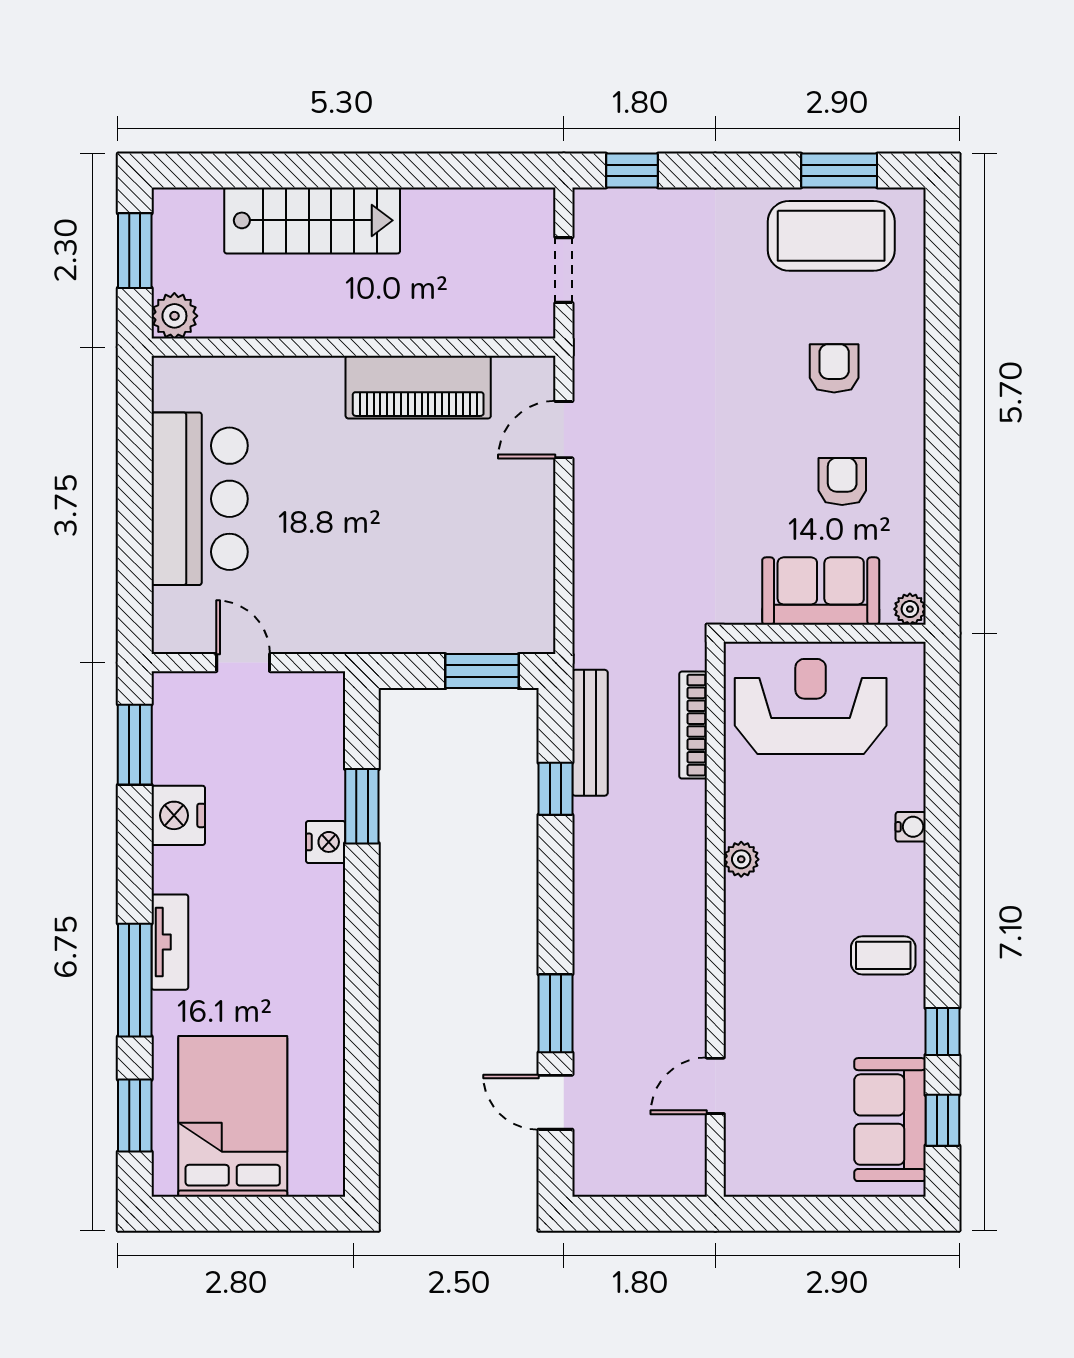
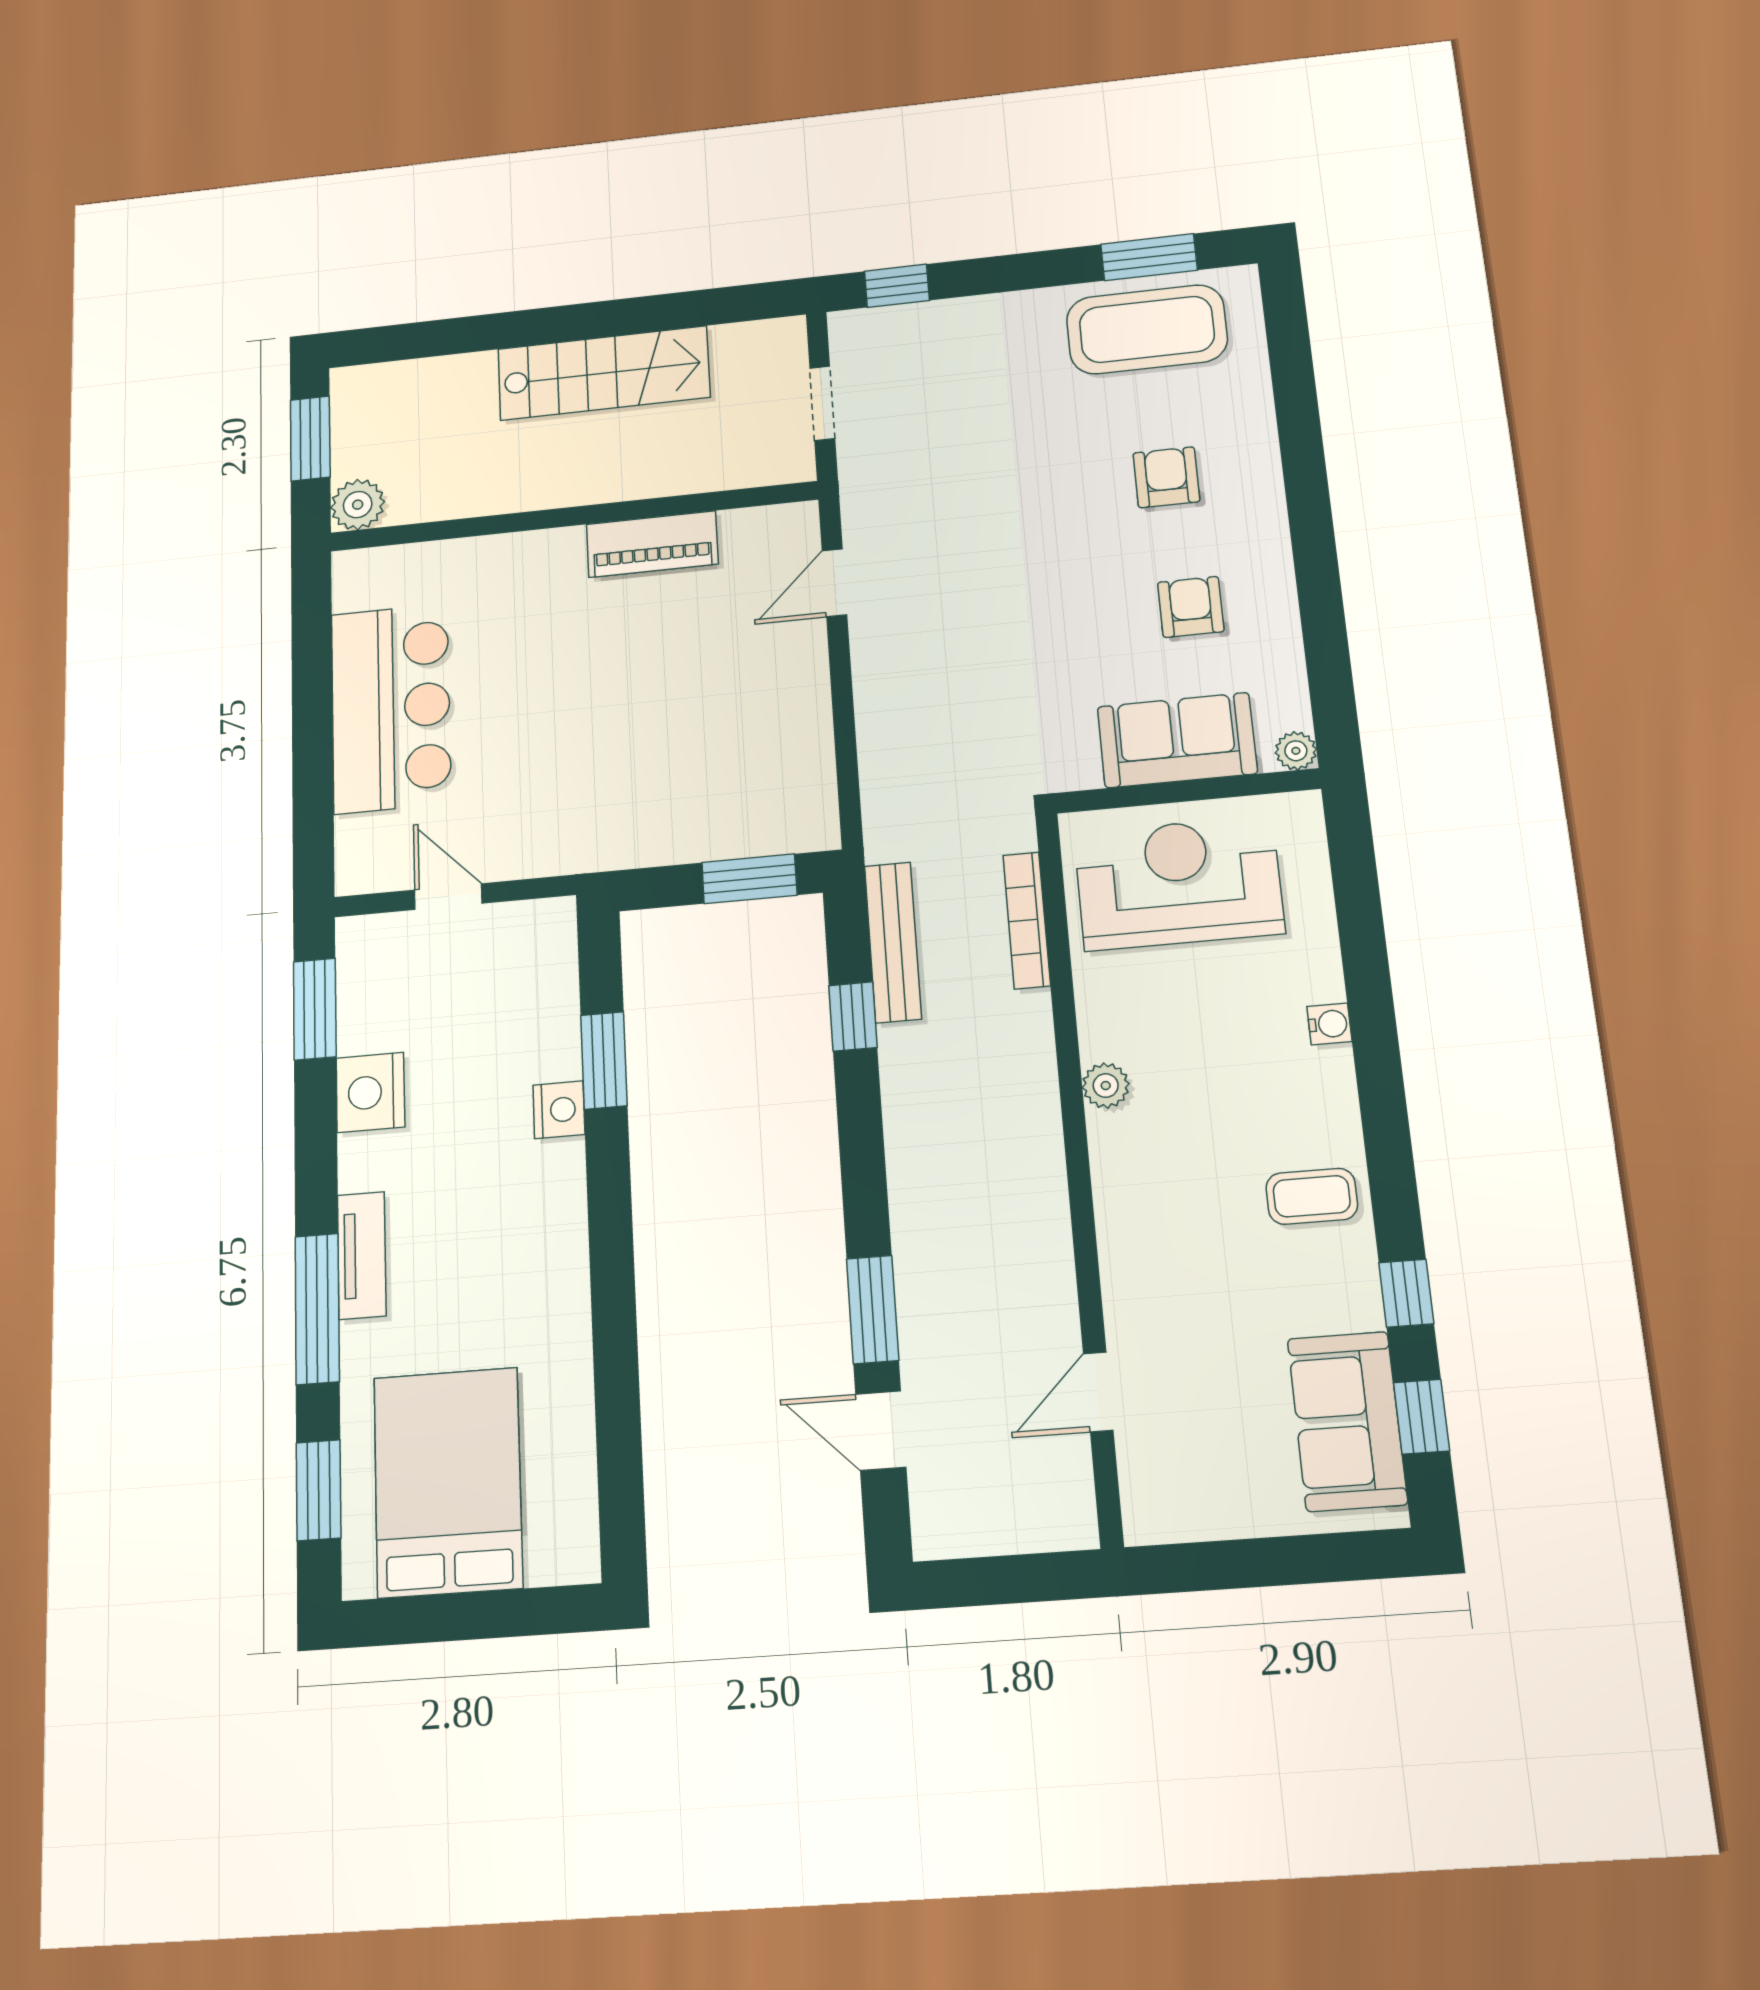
stairs: (312, 220) -> (604, 373), moved
piano: (418, 387) -> (652, 544), width x0.73, depth x0.75

